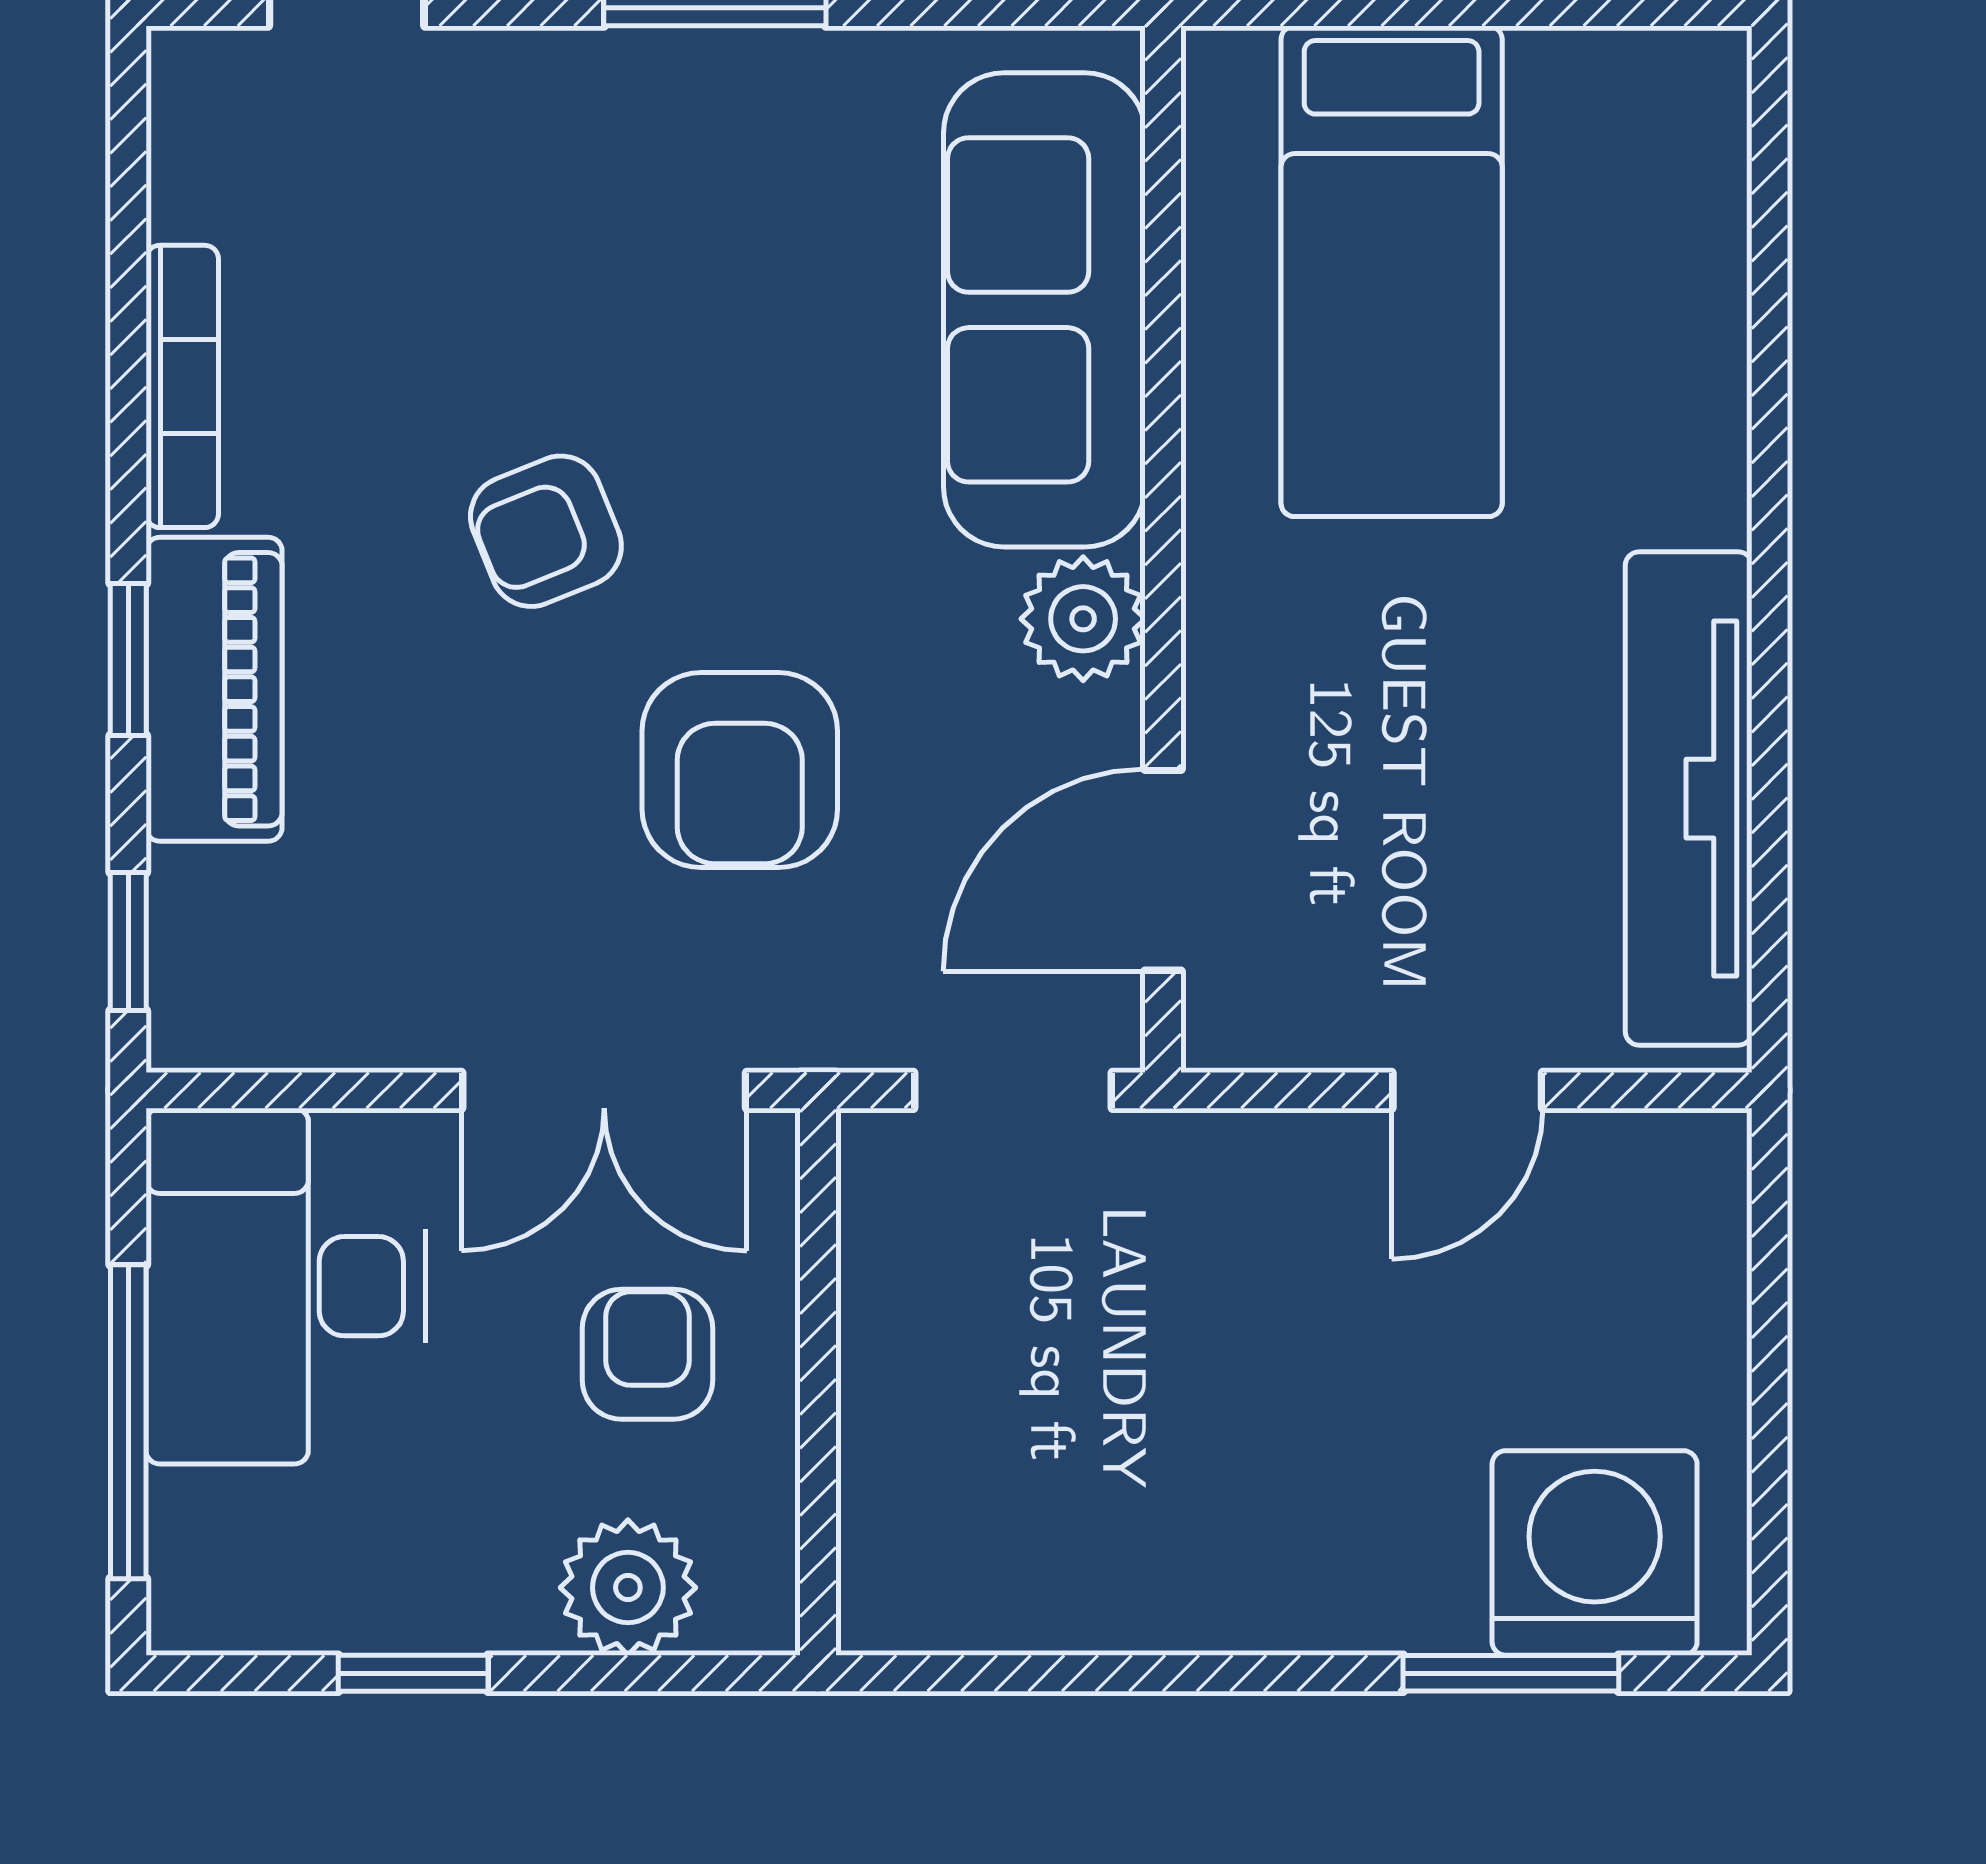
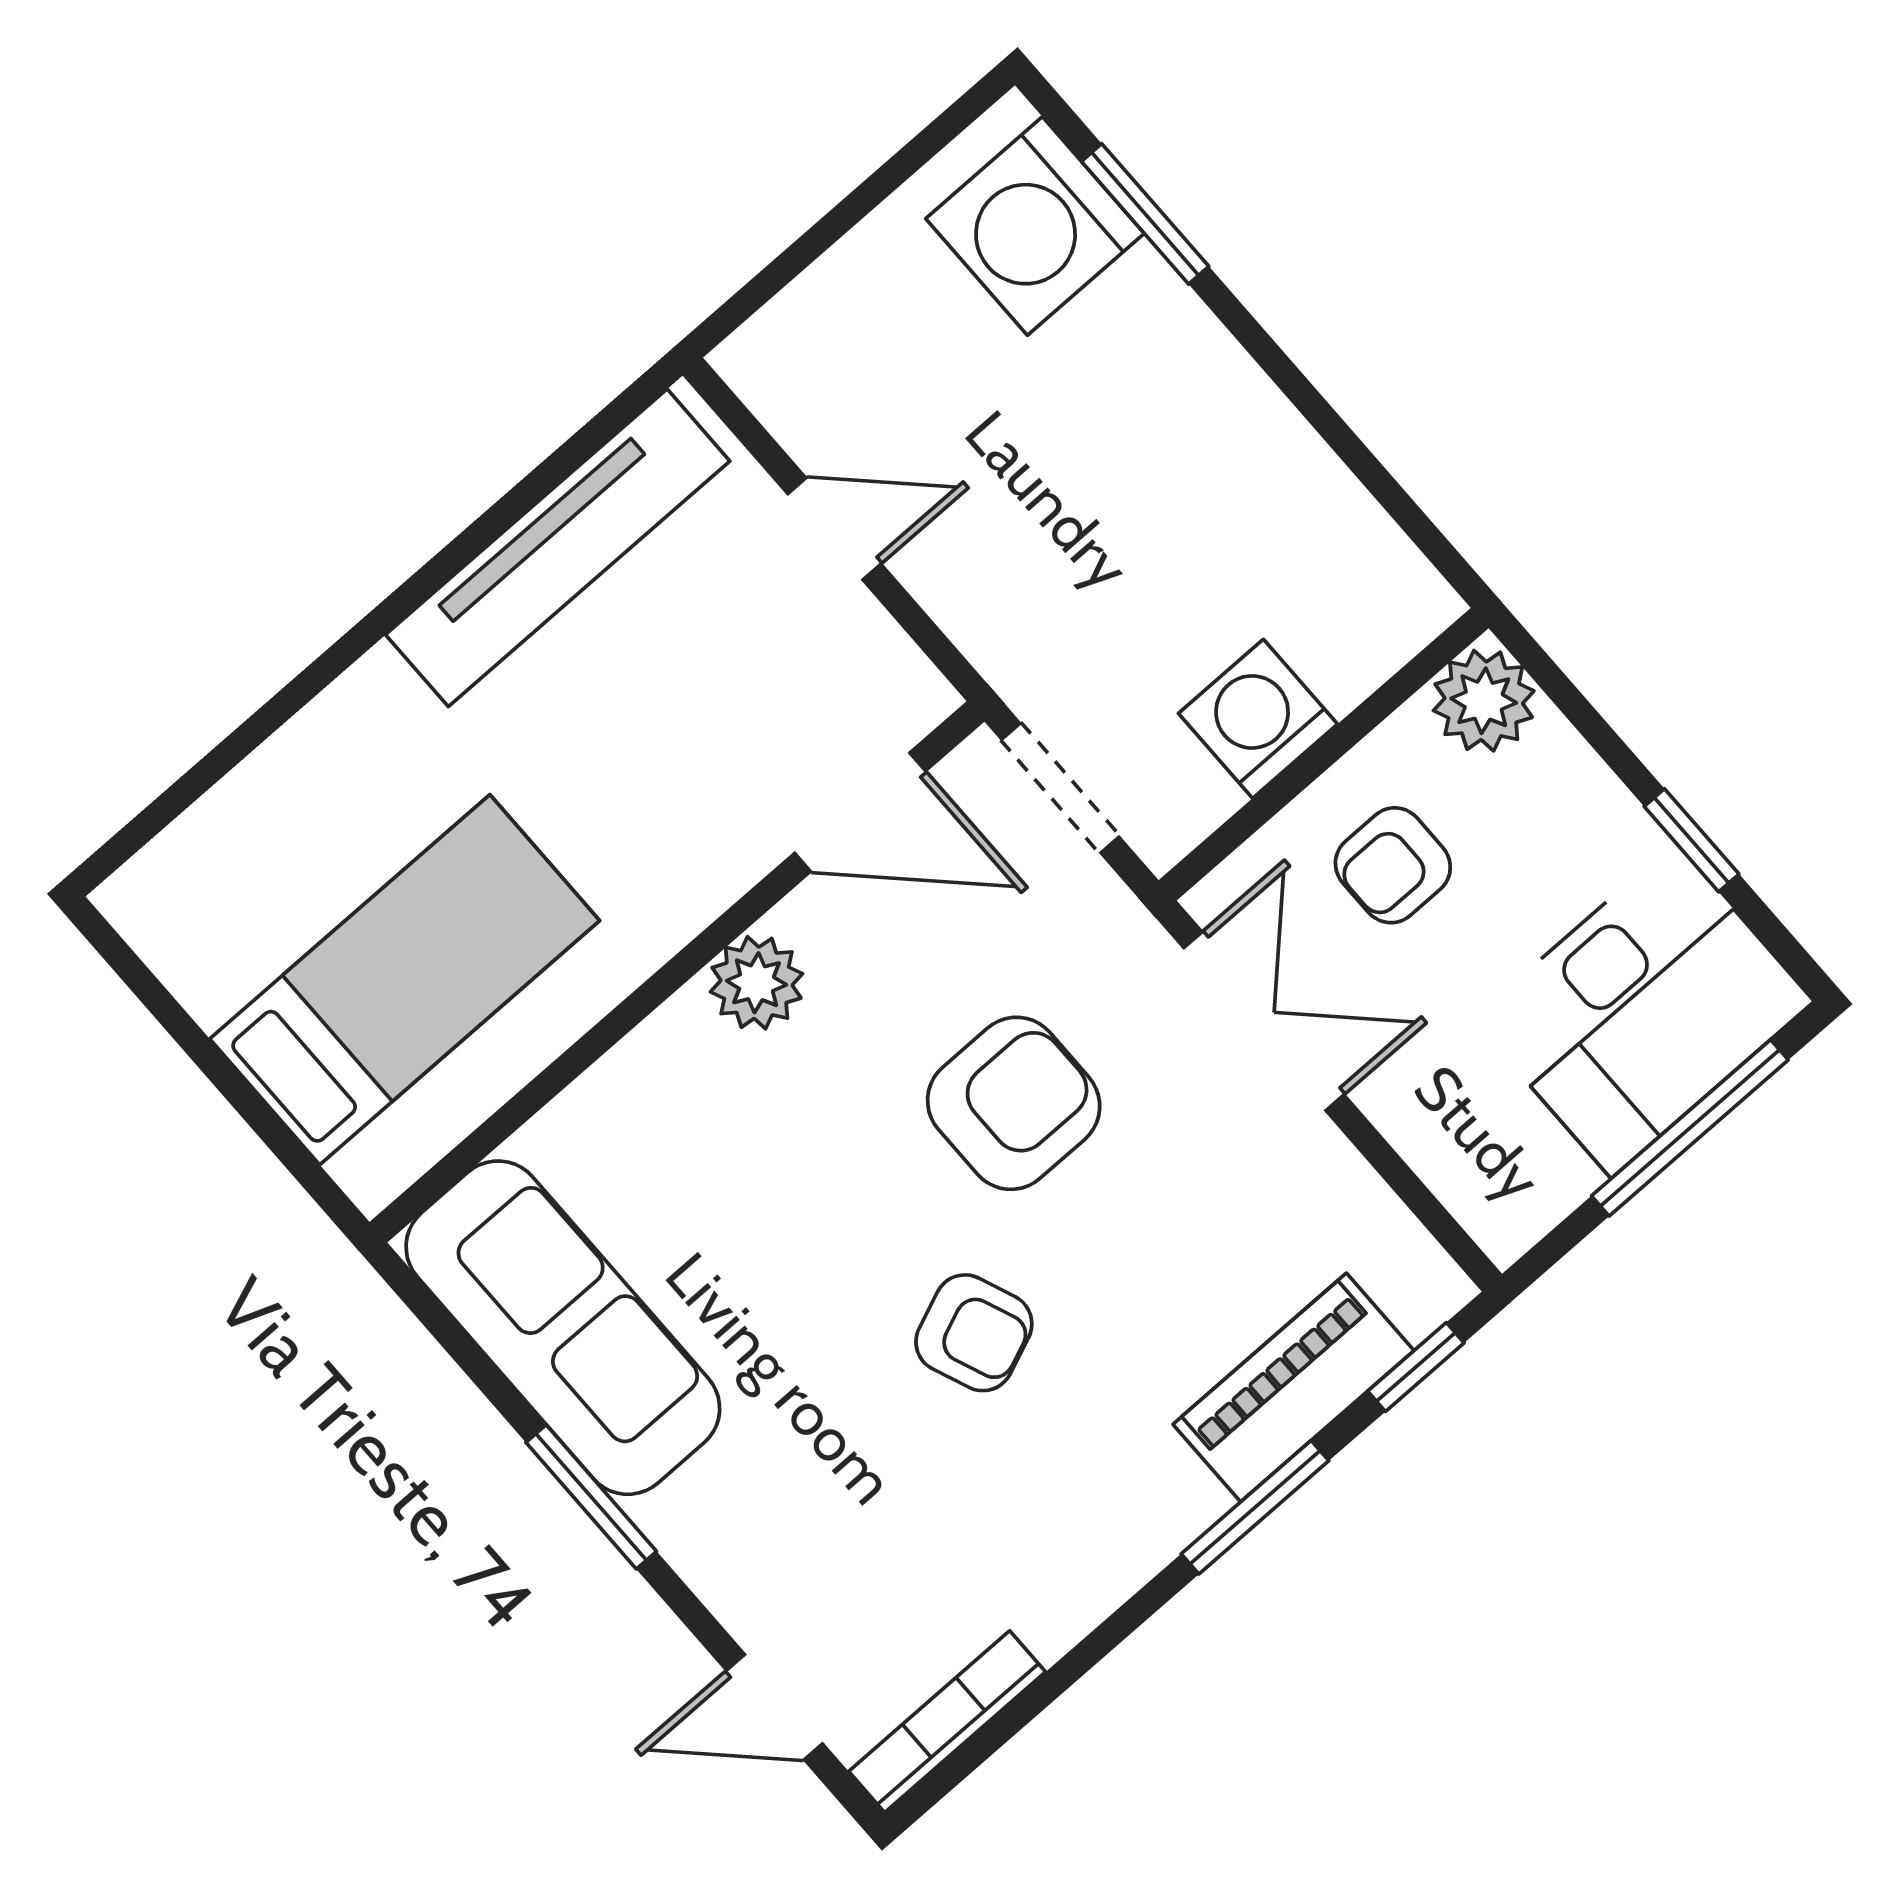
sofa: (1044, 310) -> (563, 1328), moved, turned -90
bookcase: (182, 386) -> (947, 1722), moved
window: (128, 659) -> (1255, 1507), width x1.50
piano: (214, 689) -> (1294, 1387), moved
desk: (286, 1286) -> (1643, 1010), moved
washing machine: (910, 1347) -> (1258, 719), added
plant: (628, 1588) -> (1484, 701), moved

